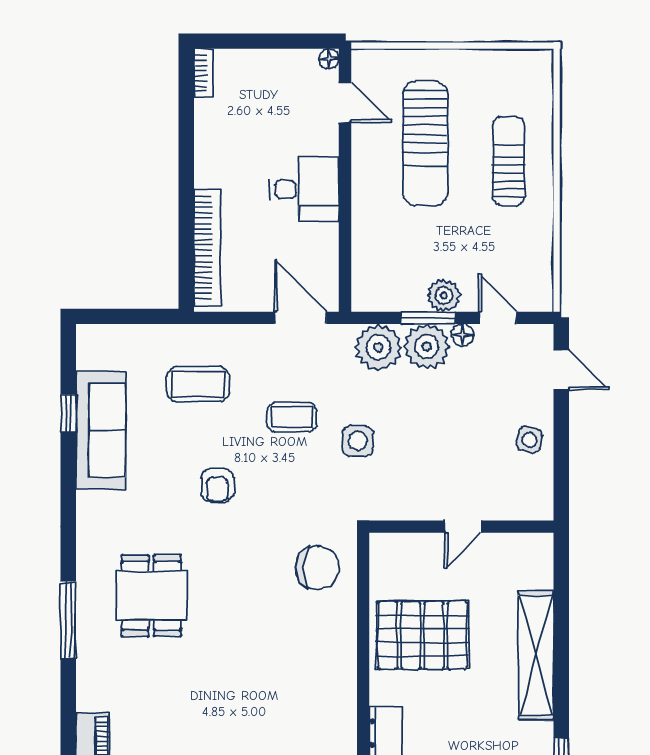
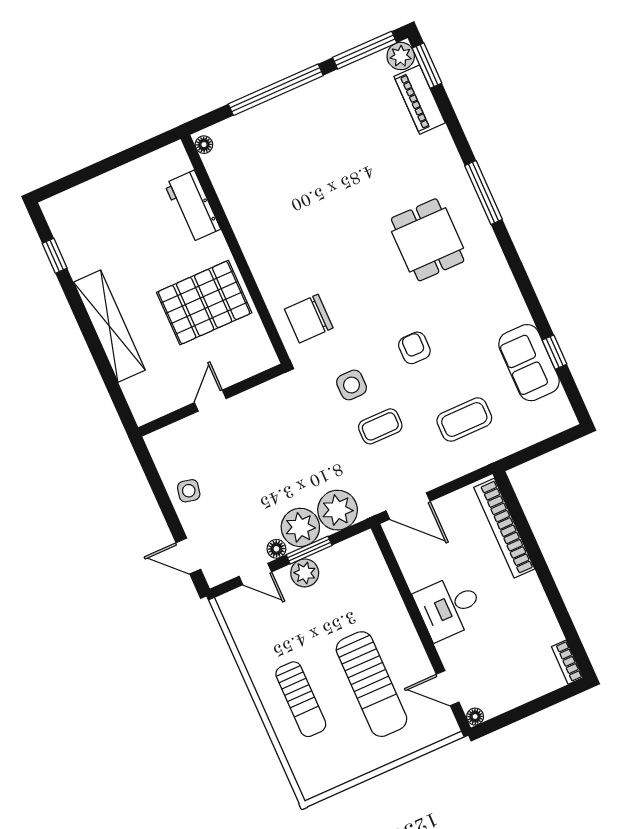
sun lounger: (425, 143) -> (371, 684), turned 180
sofa: (101, 430) -> (529, 363), width x0.73
side table: (358, 441) -> (352, 385), moved

